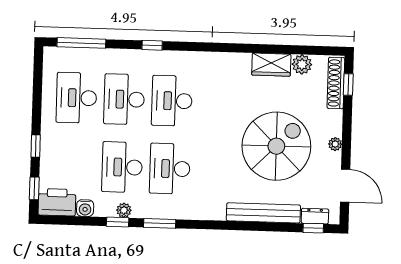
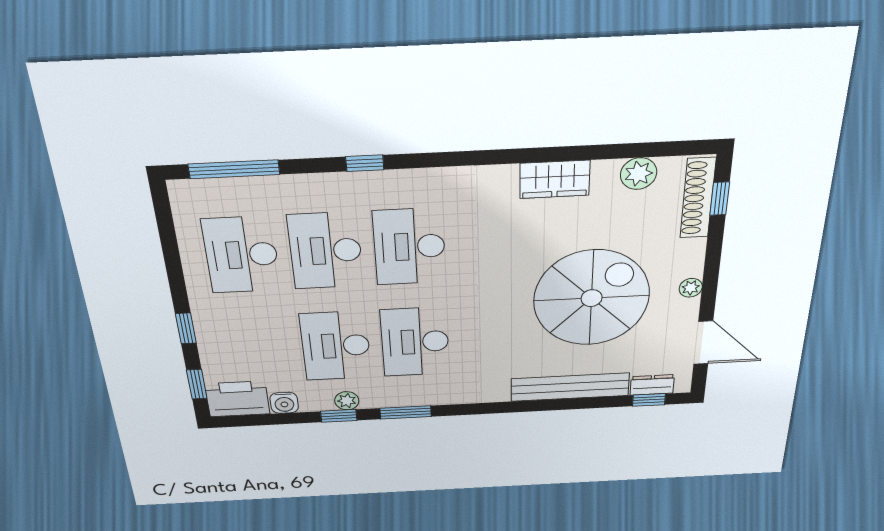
wardrobe: (271, 65) -> (555, 179), moved

